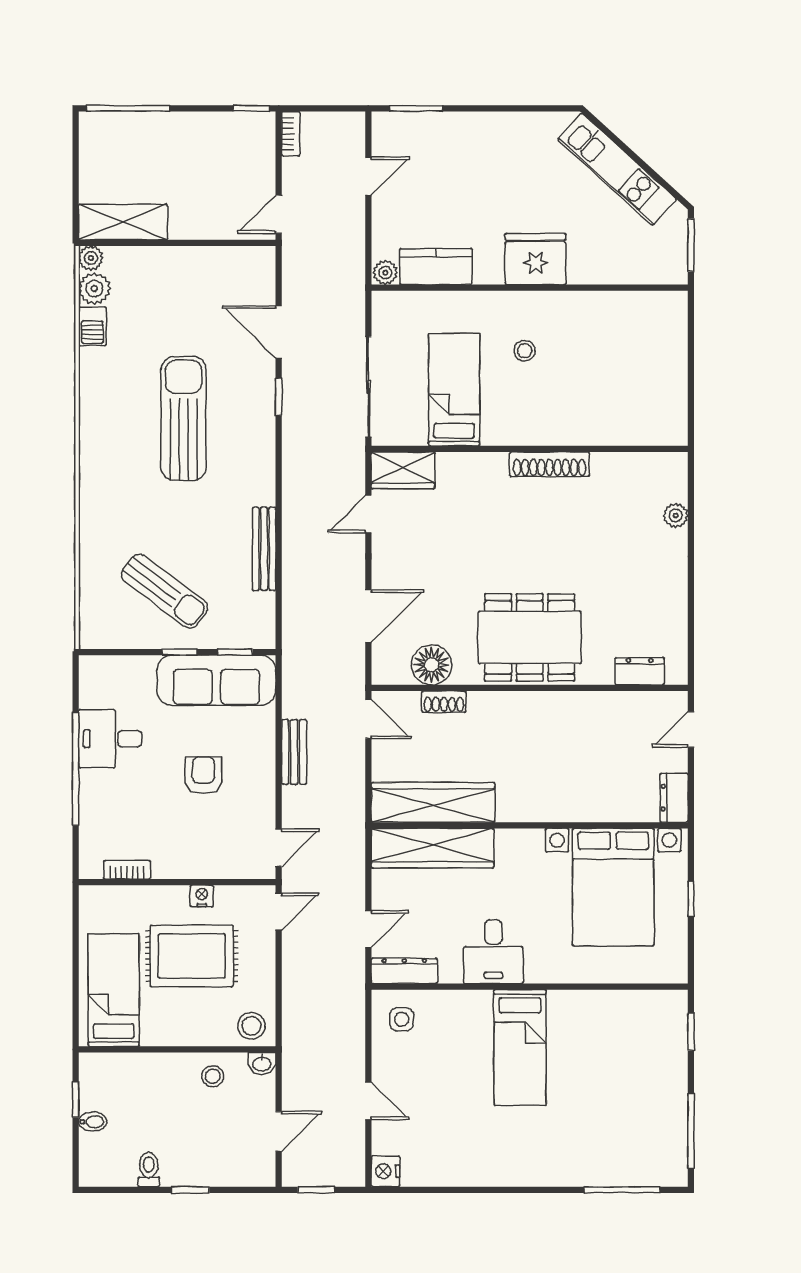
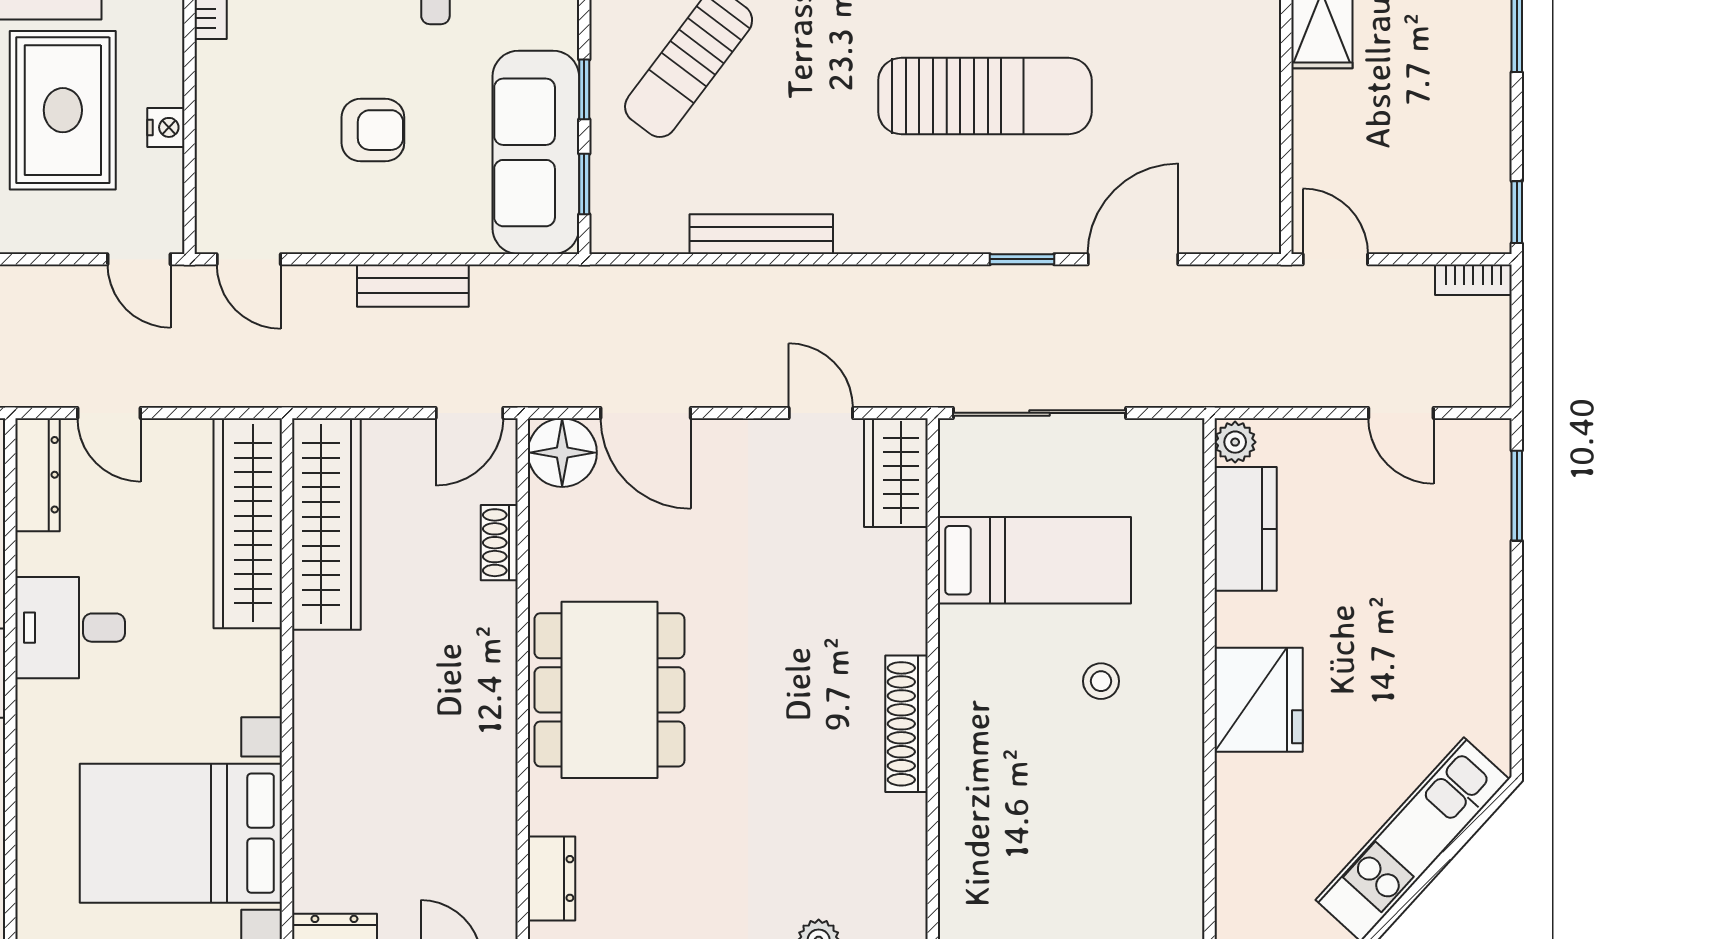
floor lamp: (432, 665) -> (562, 453), moved

